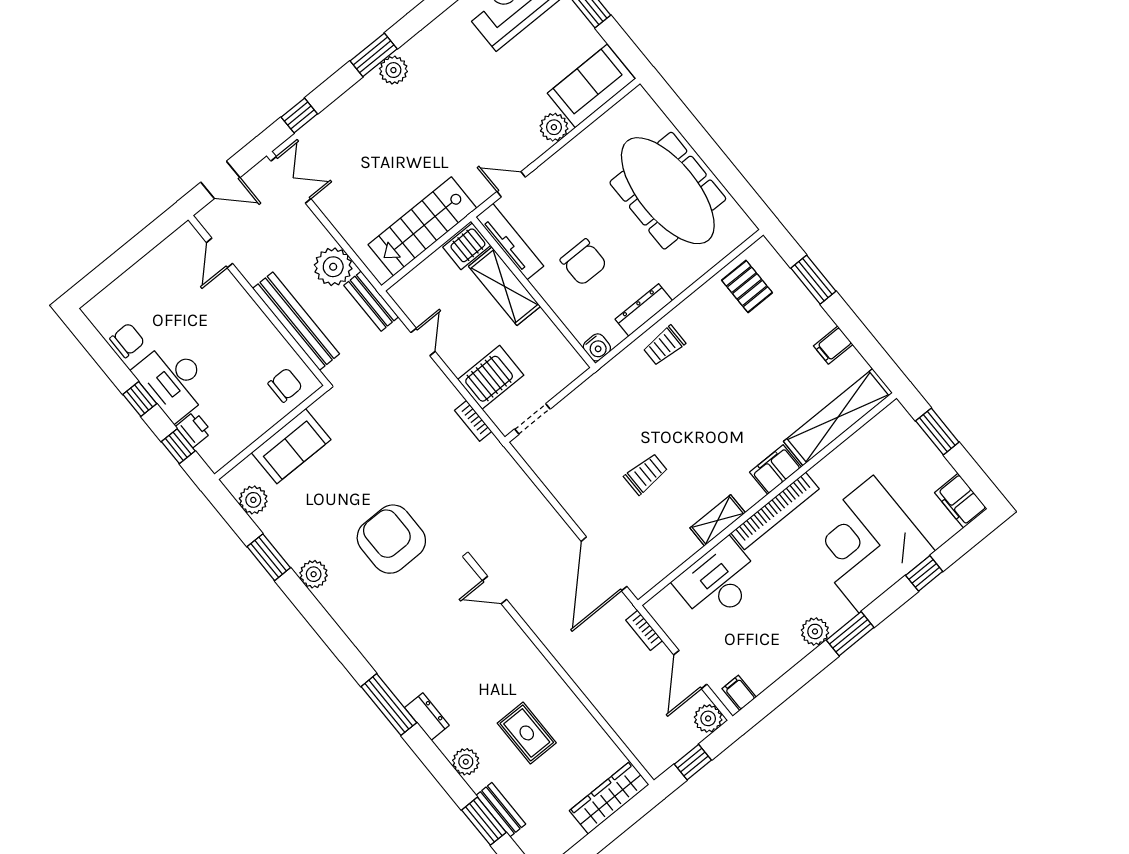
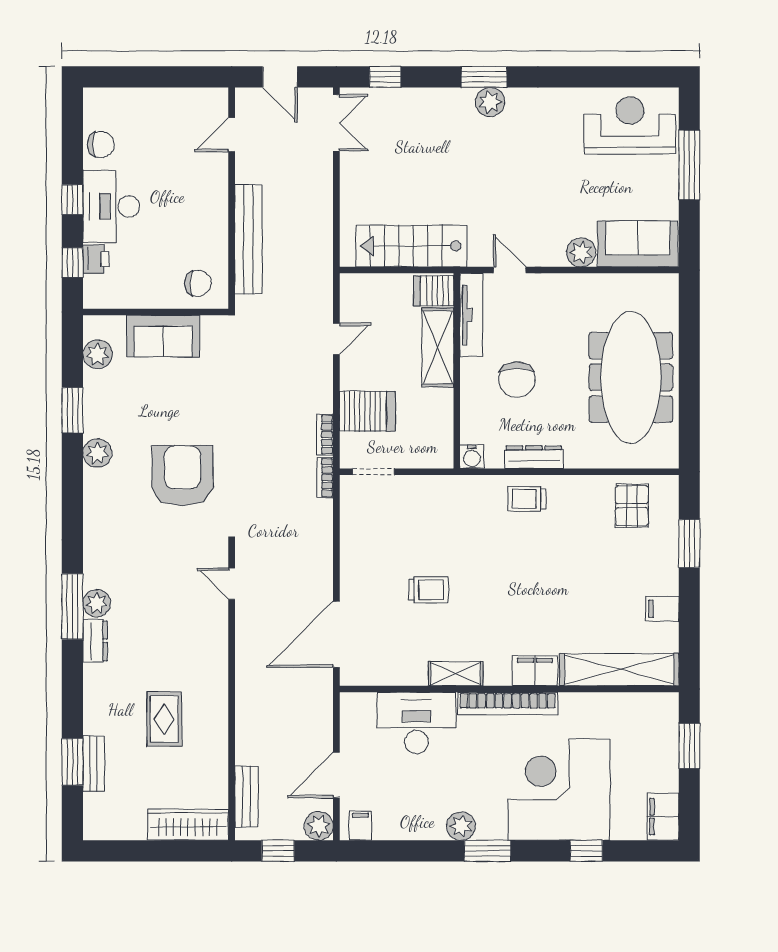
plant: (333, 267) -> (314, 220), removed
bench: (371, 301) -> (246, 797), moved
bookcase: (644, 630) -> (325, 478), moved
plant: (466, 762) -> (97, 603), moved

